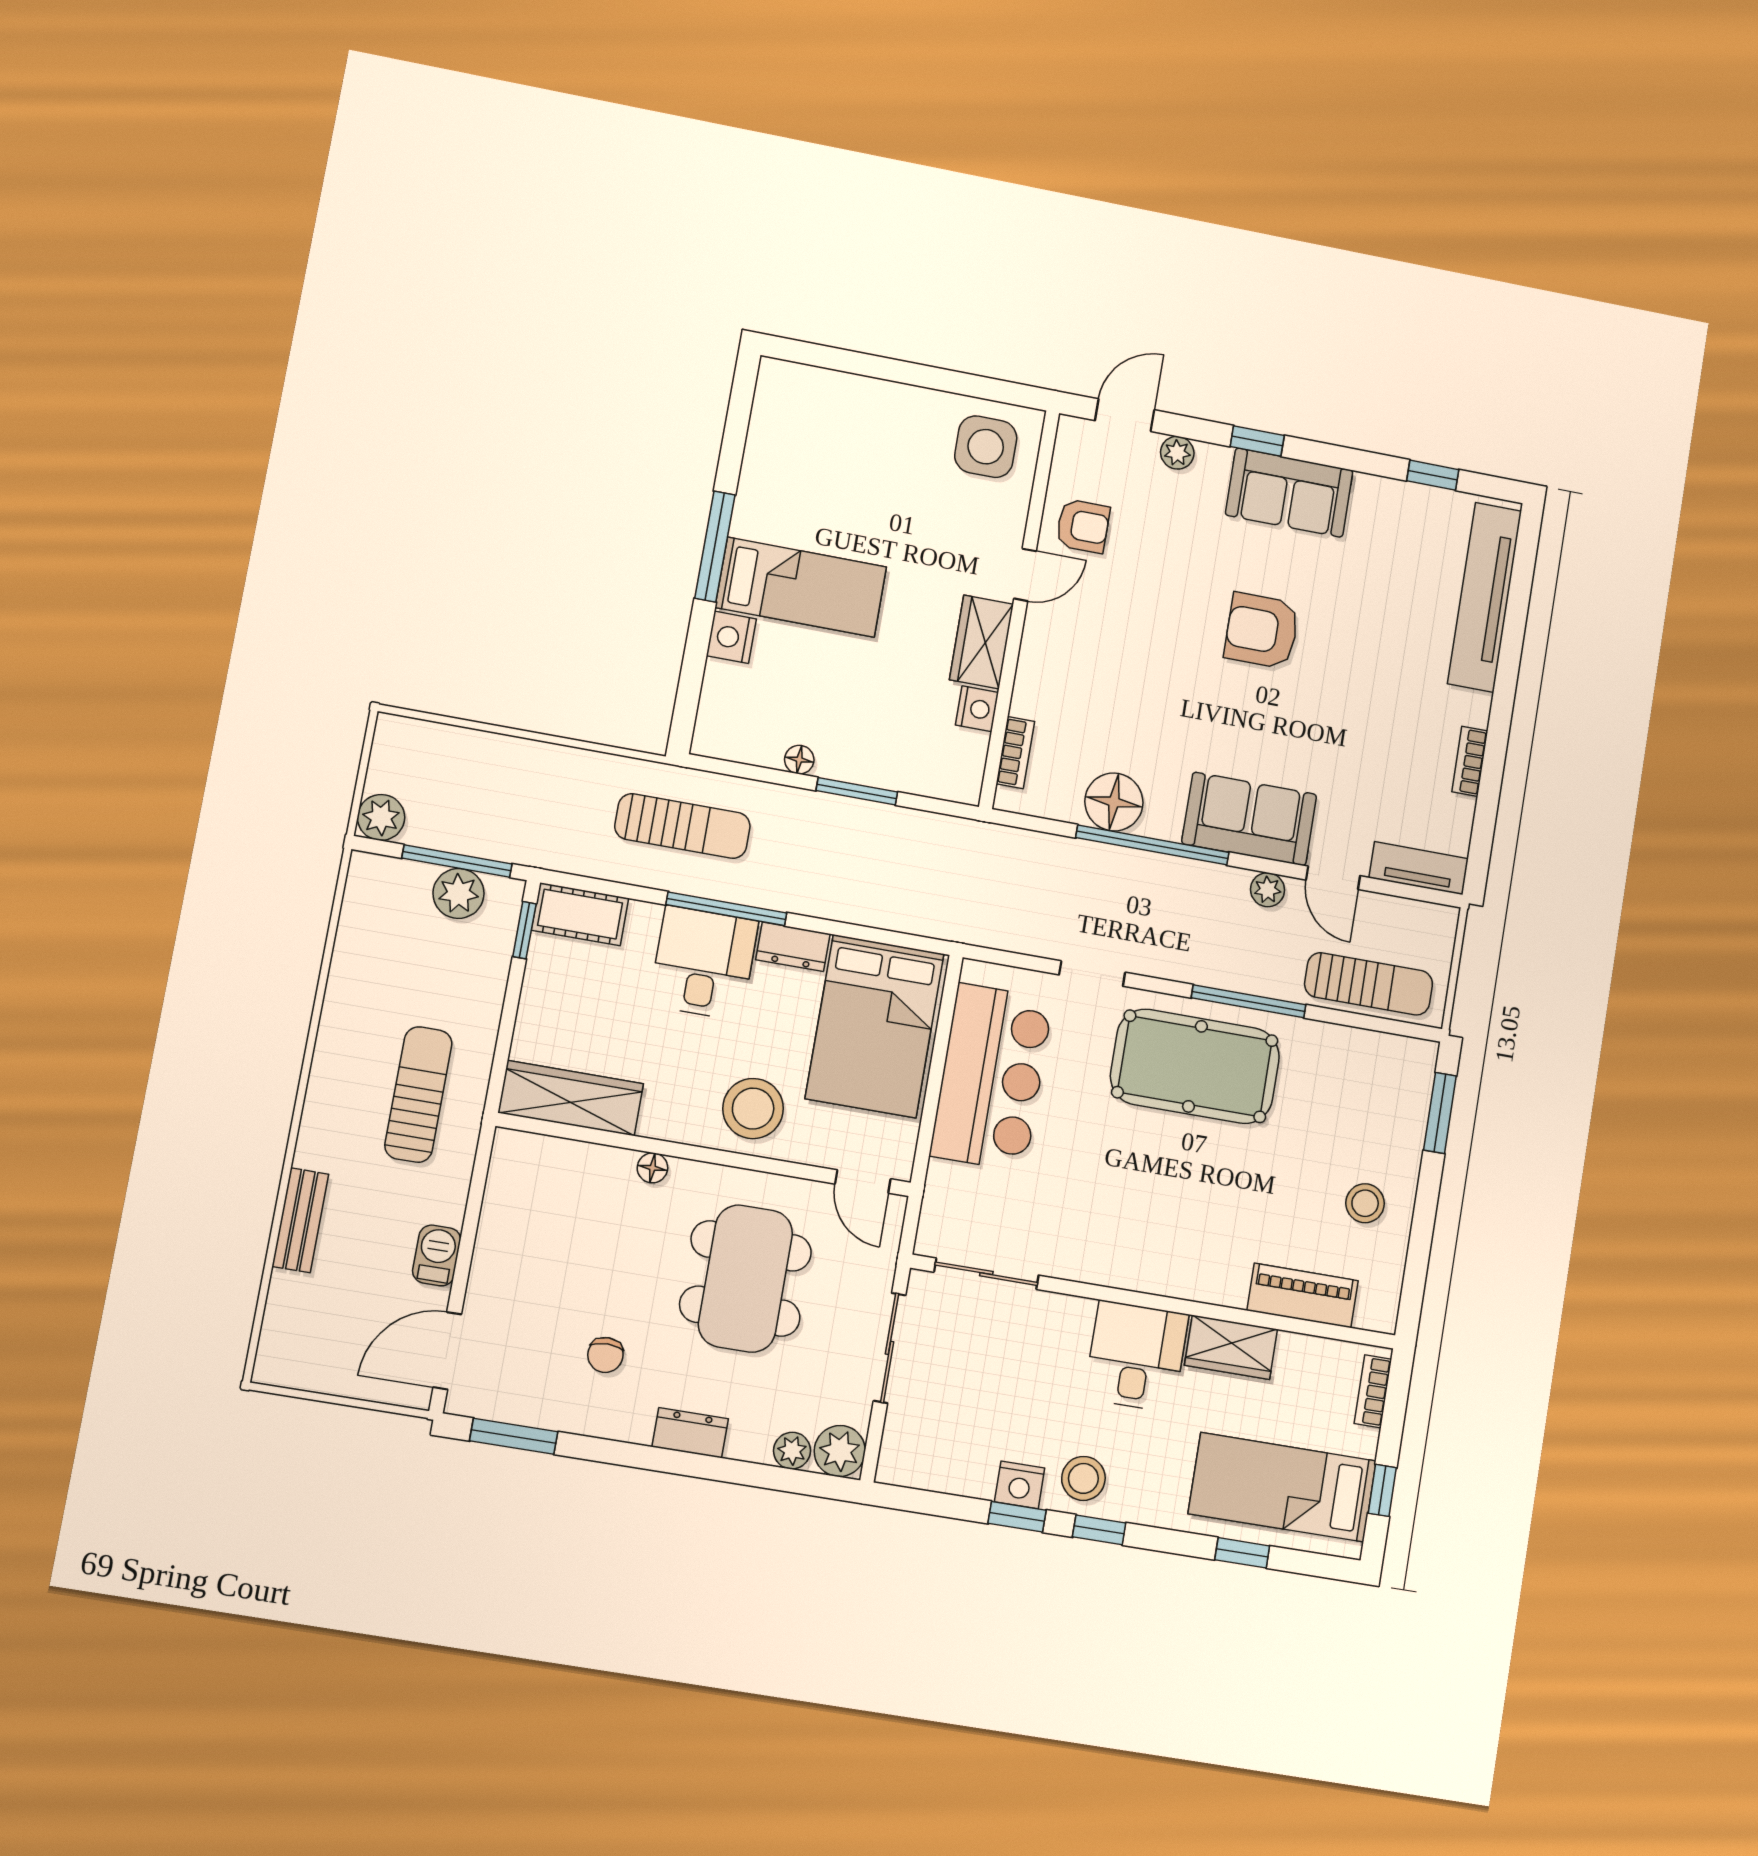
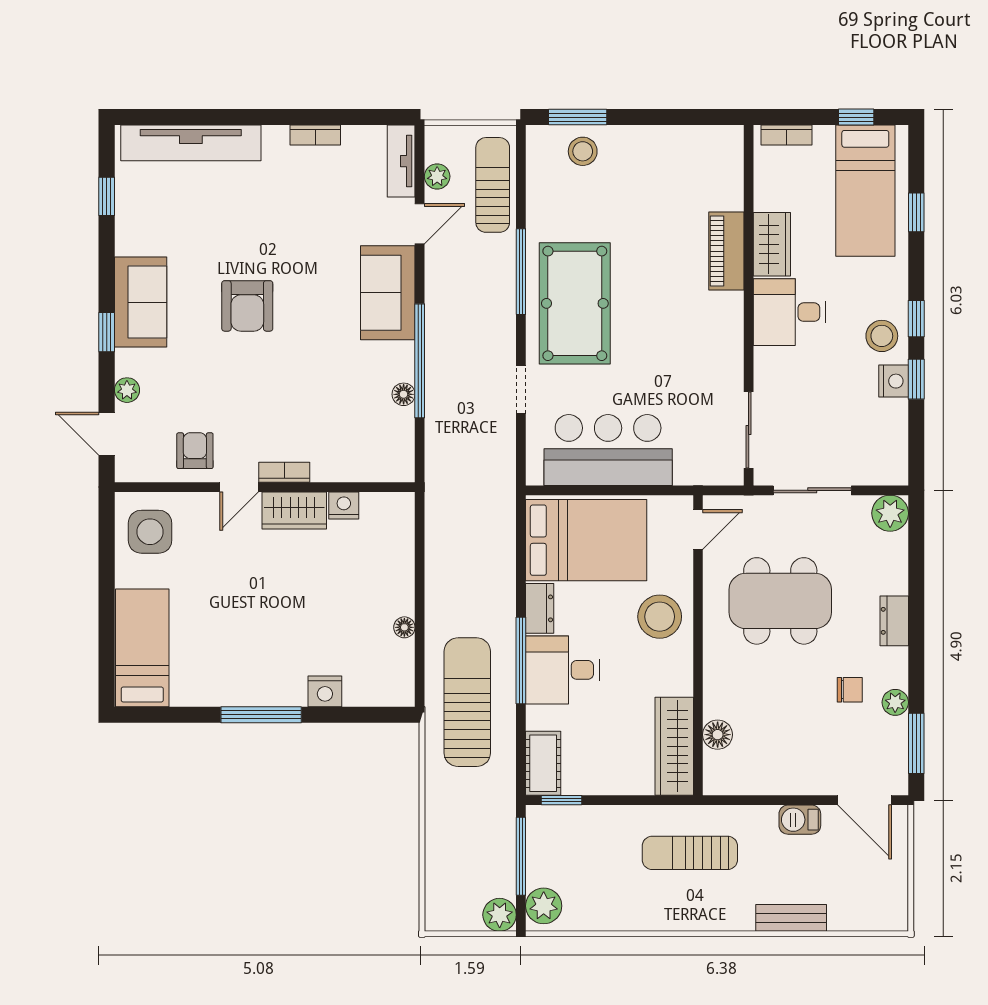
door: (1025, 575) -> (239, 487), swing flipped
bed: (801, 587) -> (142, 648), moved
bookcase: (1015, 753) -> (284, 472), moved
window: (857, 791) -> (420, 582), removed
floor lamp: (1114, 802) -> (404, 394), width x0.53, depth x0.53
sun lounger: (682, 826) -> (467, 702), width x1.36, depth x1.34
plant: (1268, 890) -> (437, 176), moved
plant: (458, 893) -> (544, 906), moved
floor lamp: (652, 1168) -> (718, 735), moved, width x1.37, depth x1.37
stool: (1365, 1203) -> (583, 151), moved
piano: (1303, 1296) -> (726, 251), moved
plant: (792, 1451) -> (895, 702), moved

